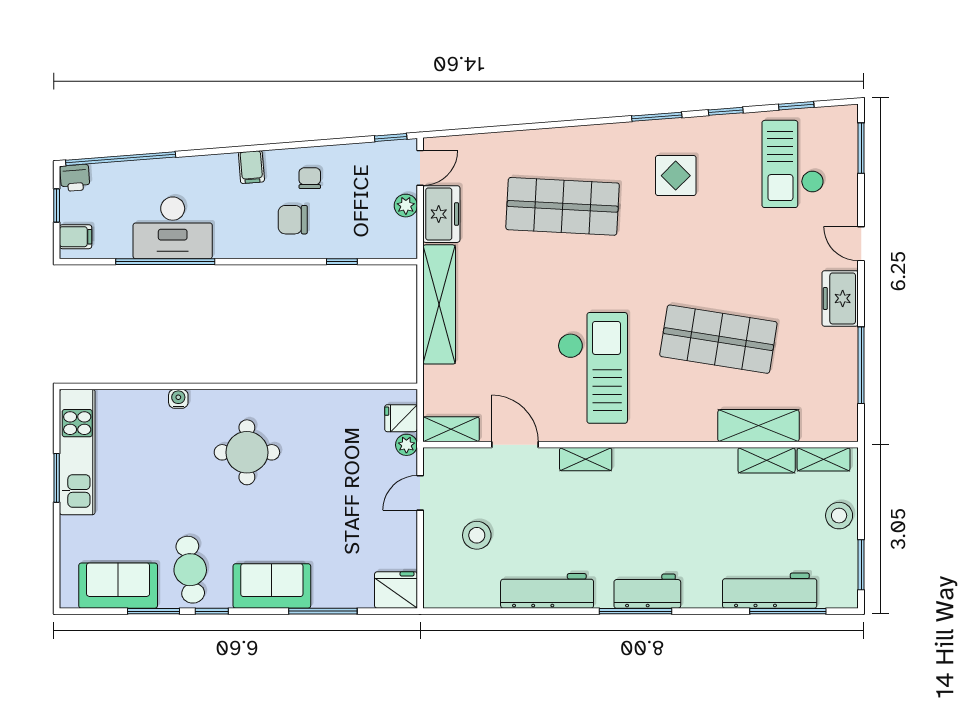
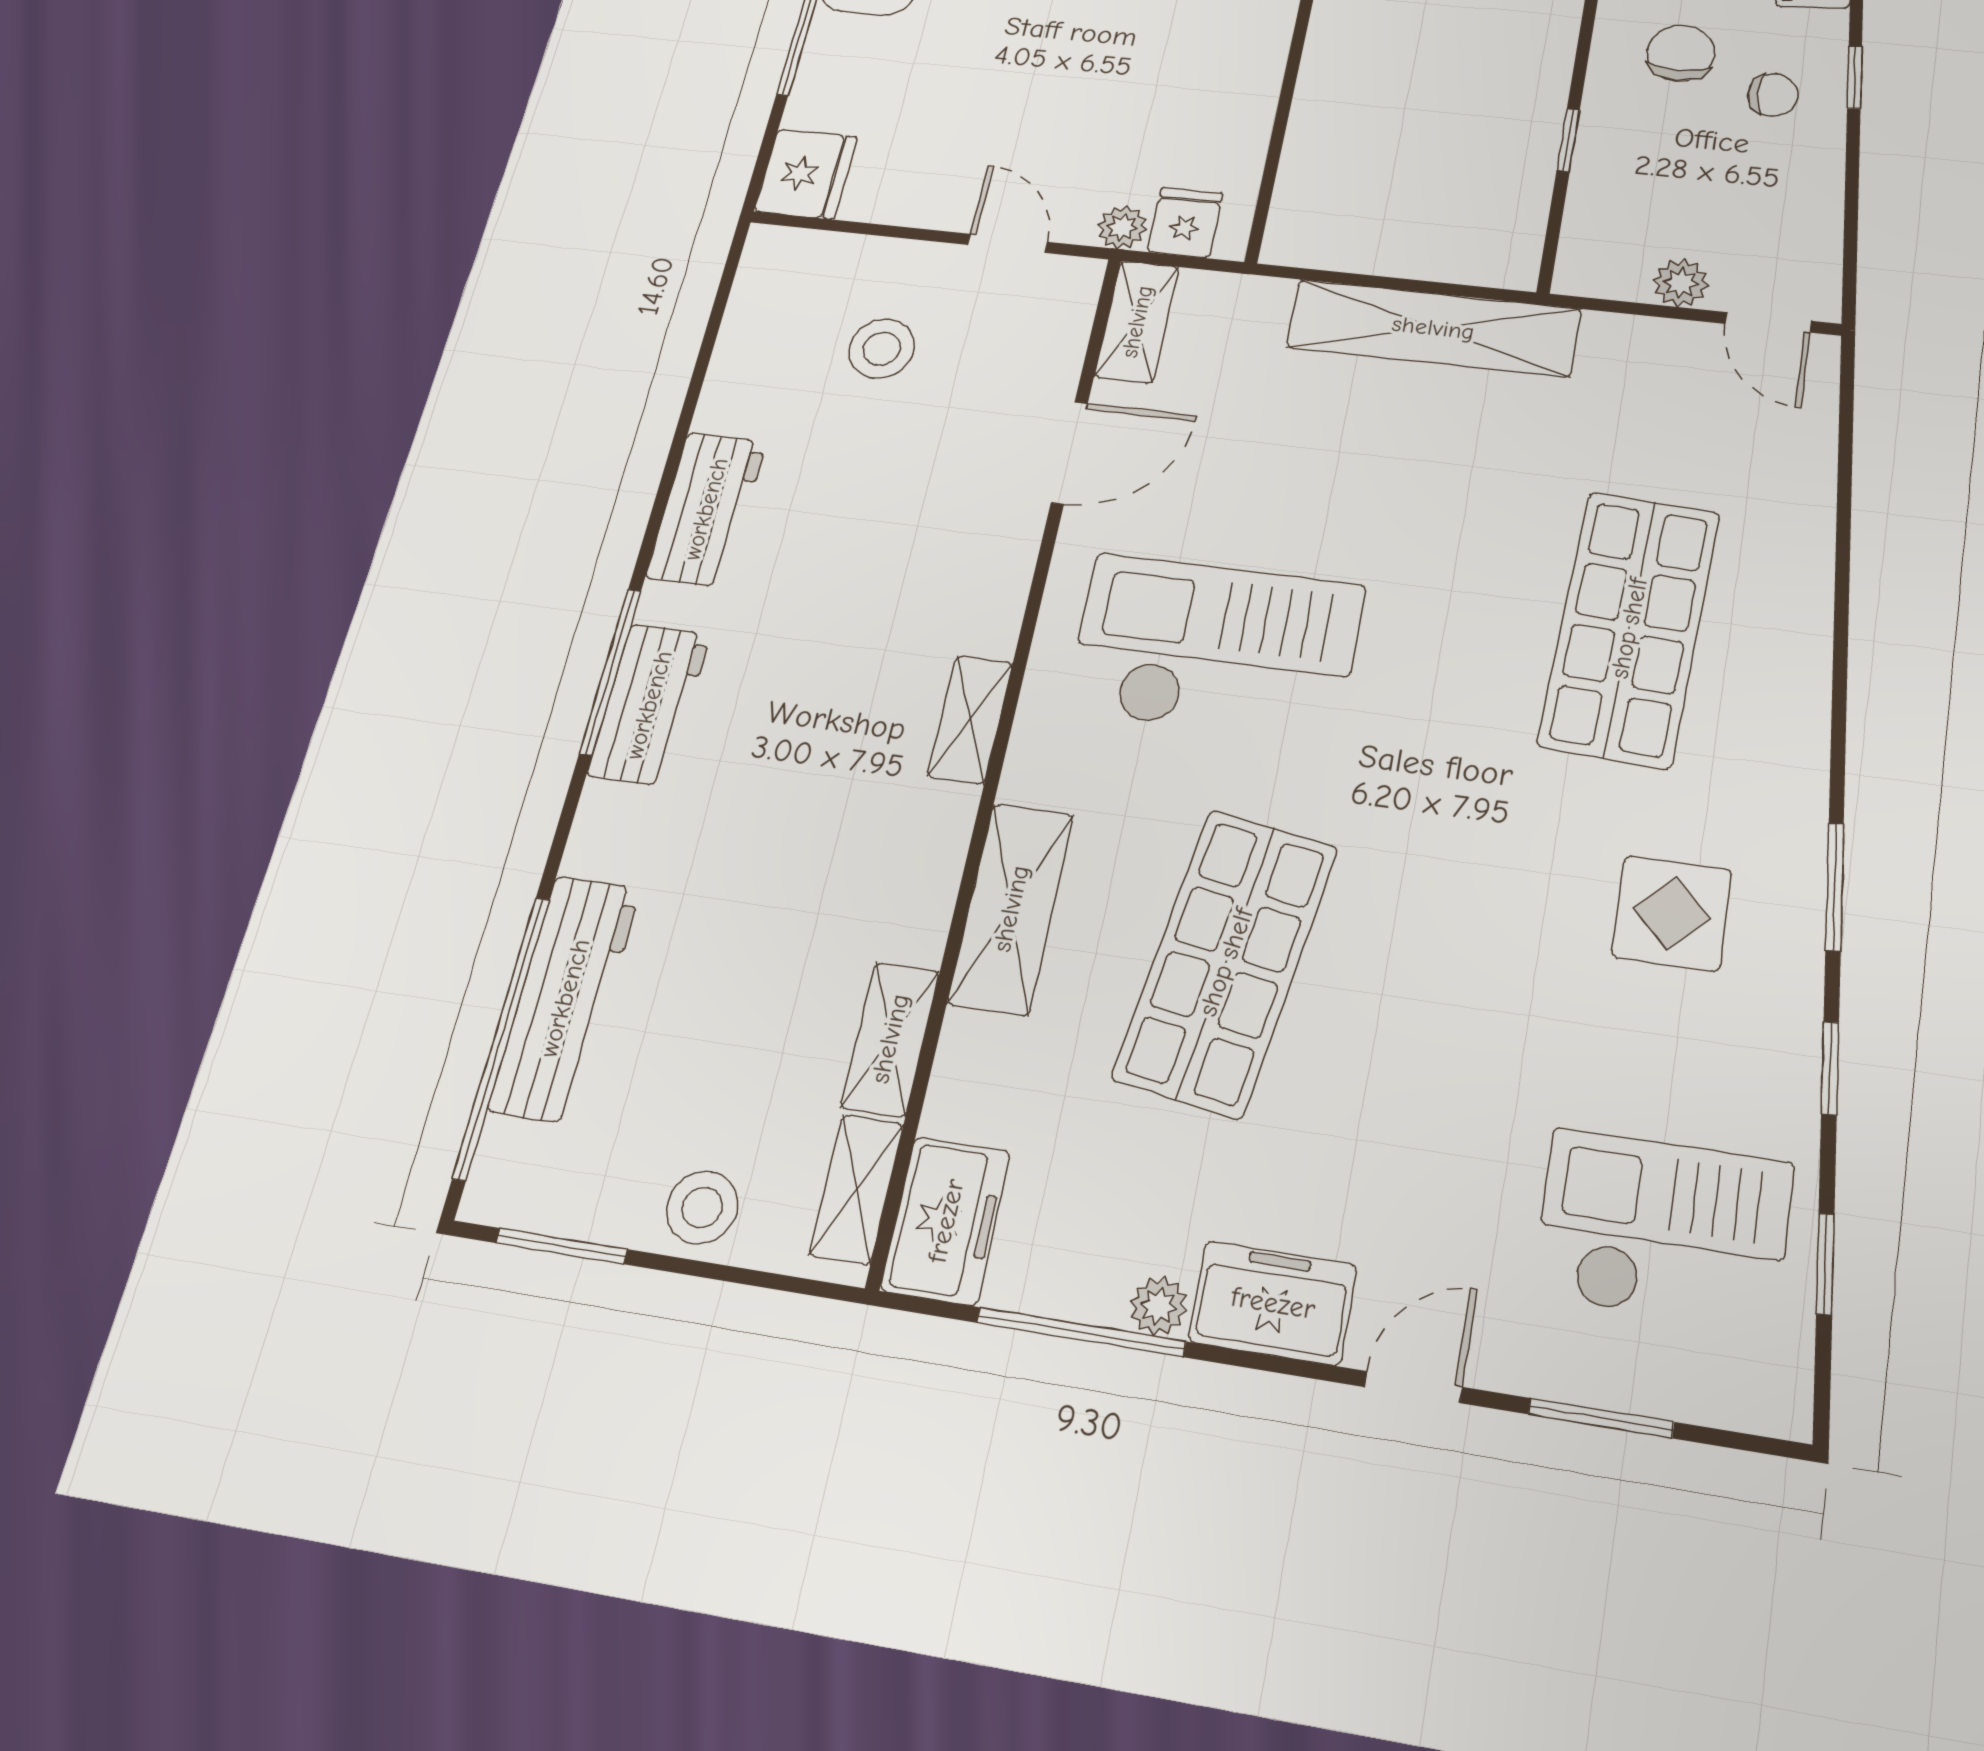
window: (391, 138) -> (1855, 77), moved
window: (861, 148) -> (1601, 1418), moved
freezer: (441, 214) -> (946, 1221), moved, turned -90
plant: (848, 339) -> (1159, 1306), added
checkout: (593, 368) -> (1215, 648), turned 180
shelving: (758, 426) -> (1011, 909), moved
shelving: (586, 459) -> (970, 719), moved
workbench: (547, 591) -> (706, 509), width x0.73
window: (788, 611) -> (502, 1037), width x1.46

